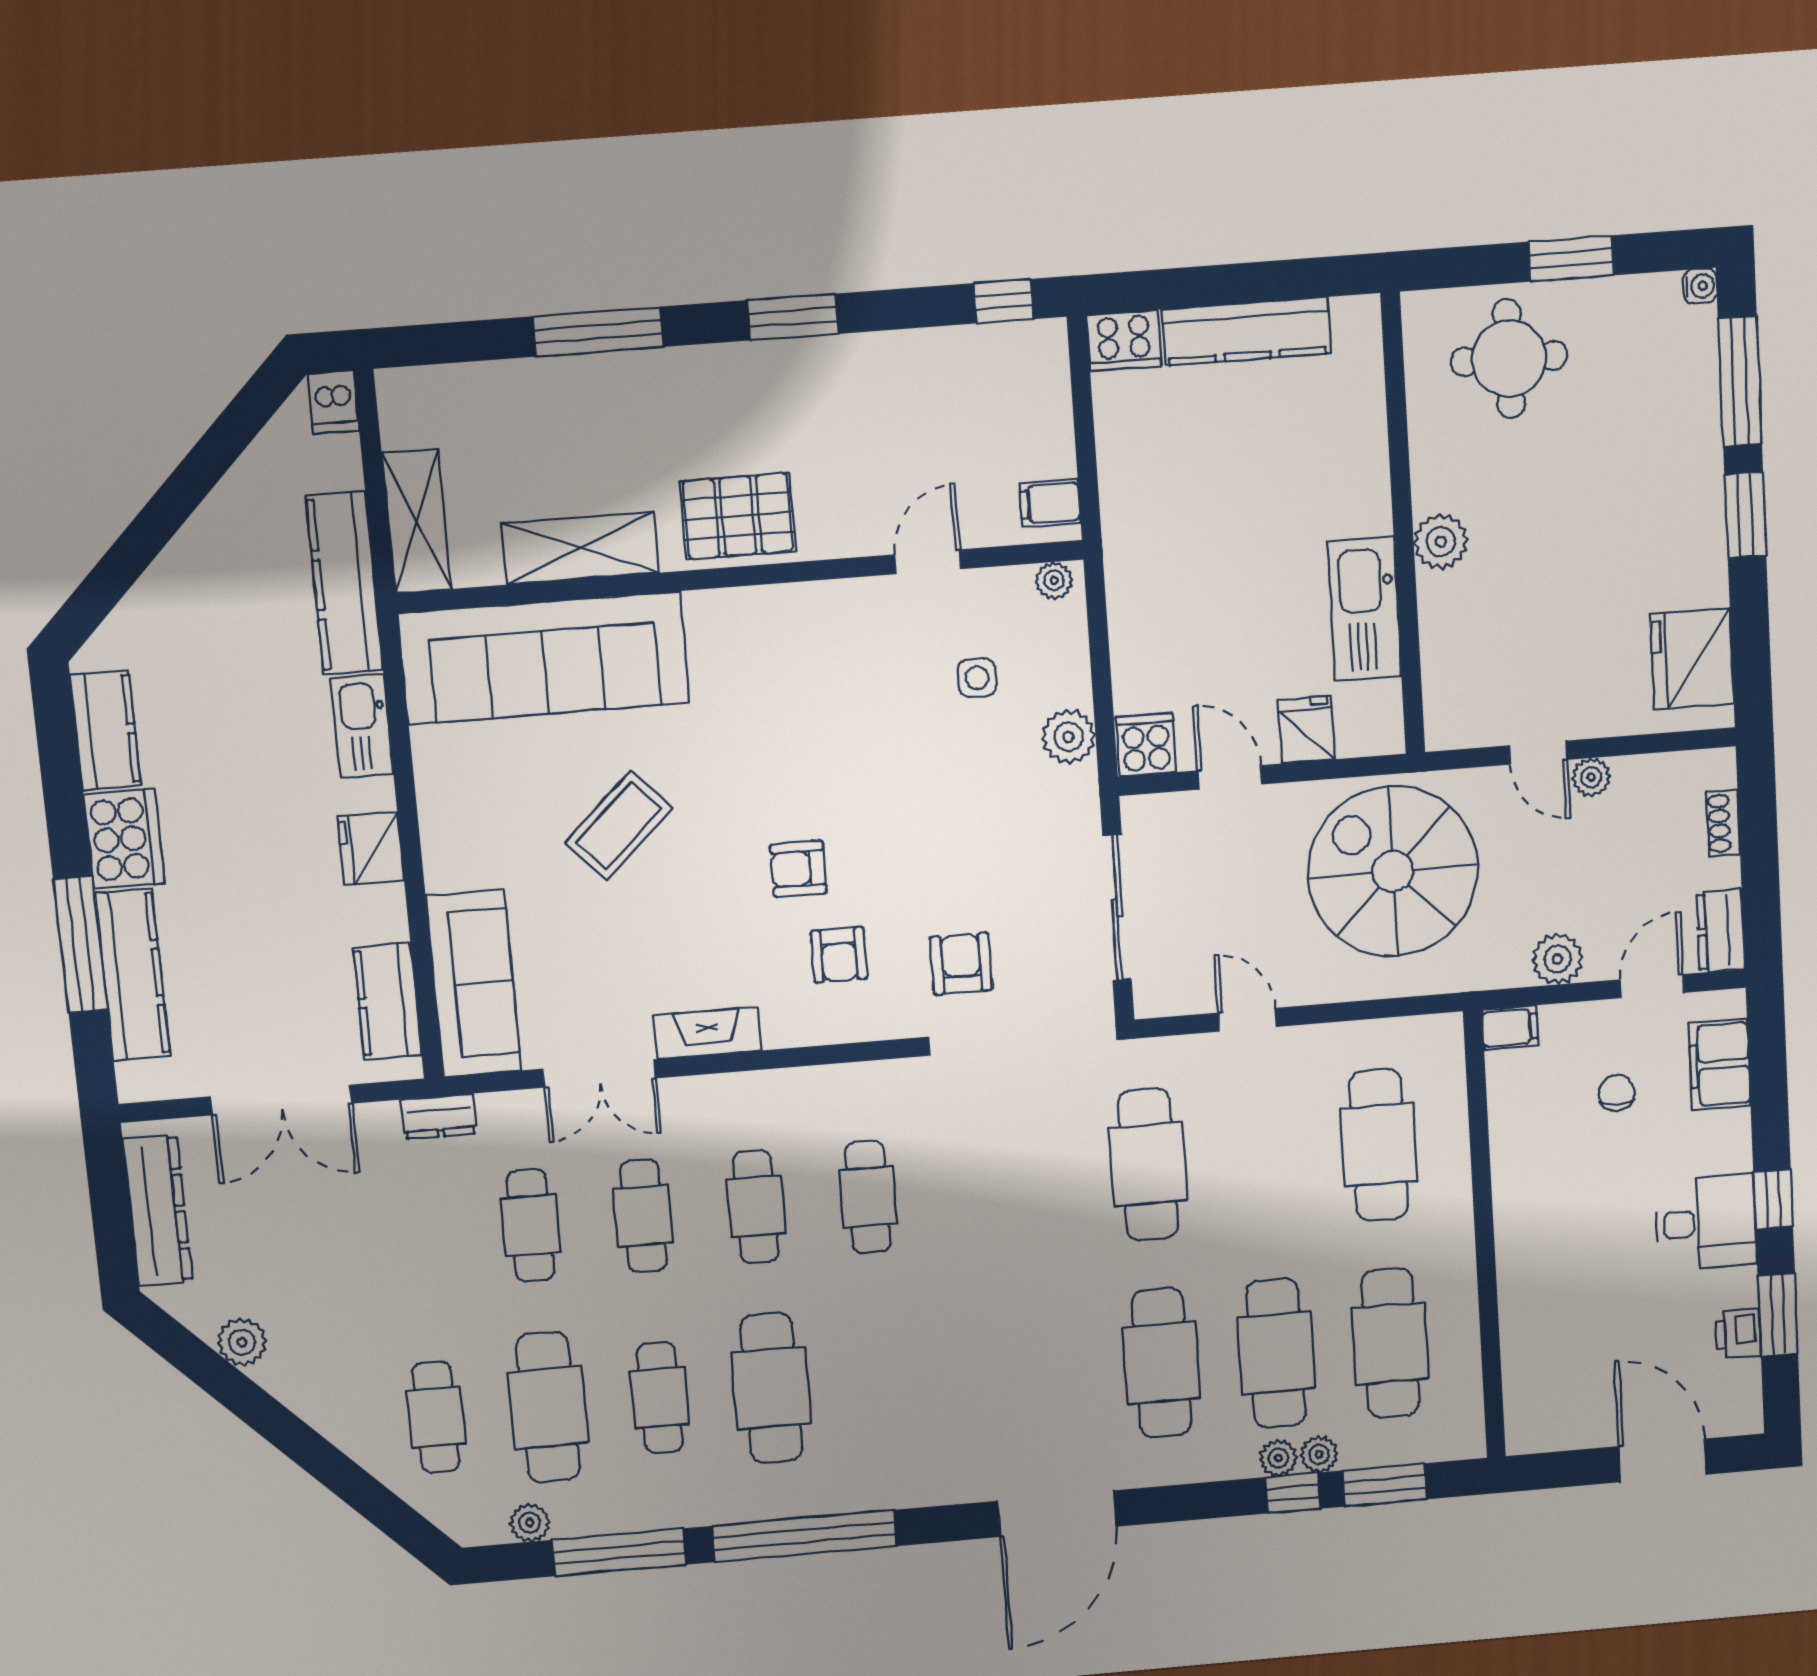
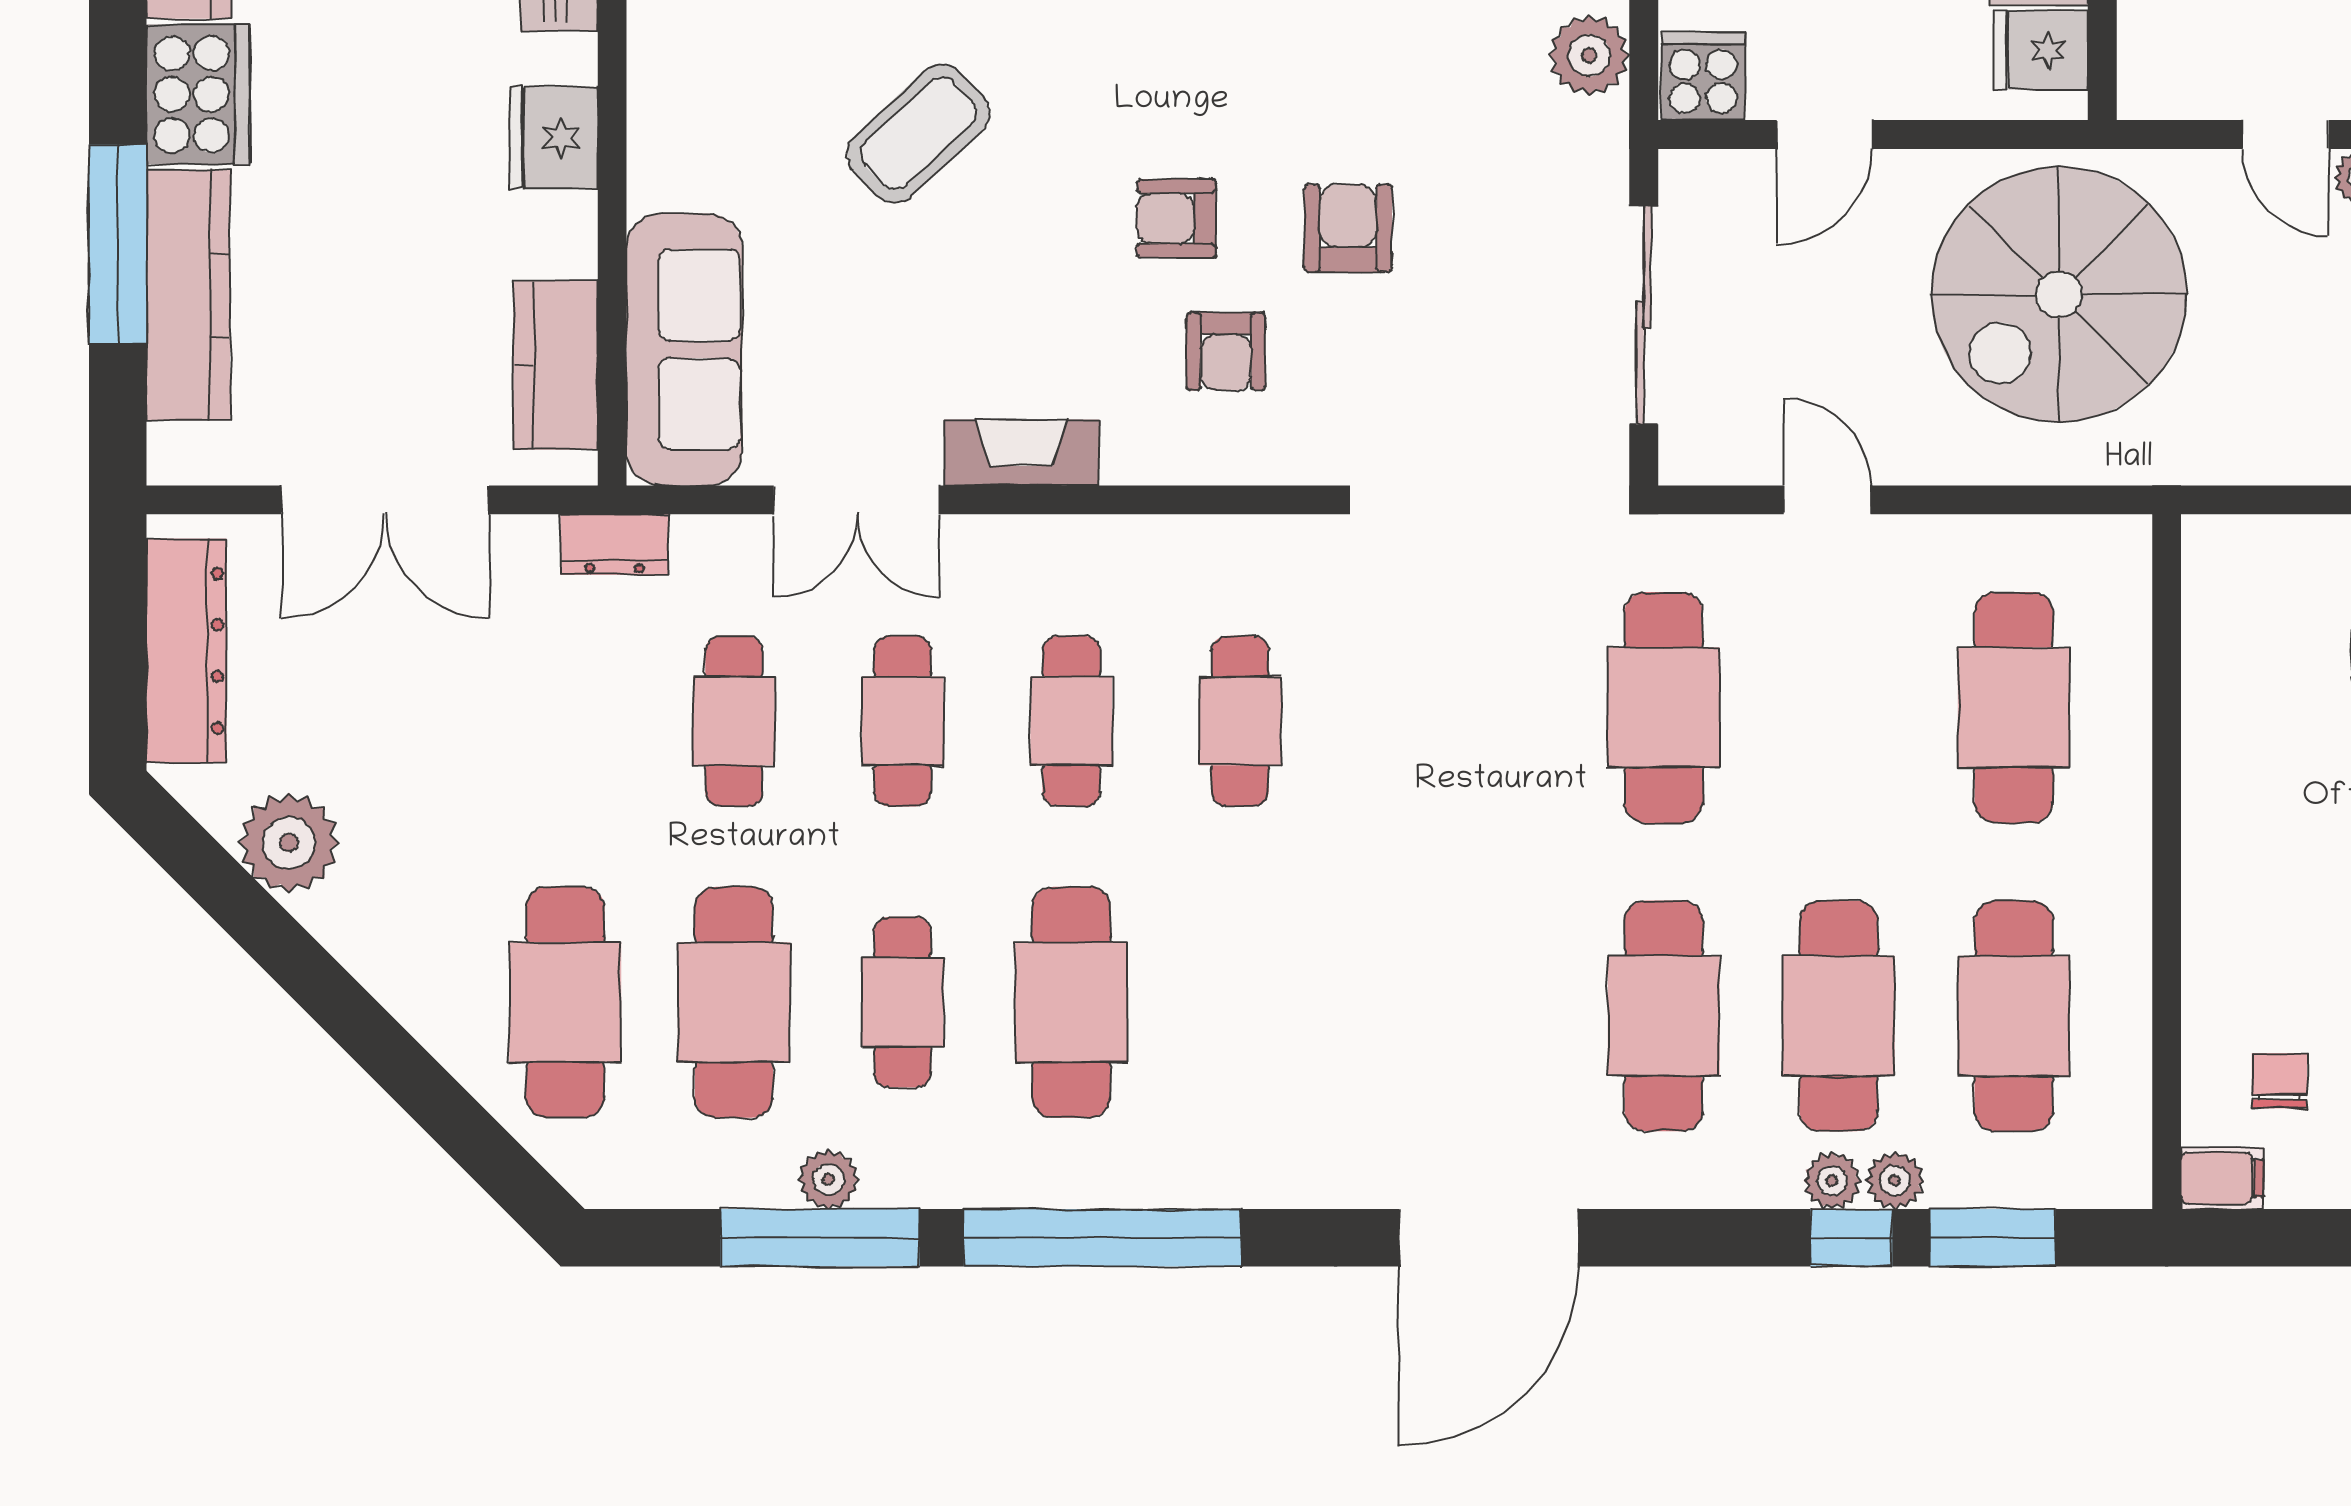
fridge: (1306, 730) -> (2041, 50), moved, turned -90
door: (1230, 777) -> (1824, 135), swing flipped
spiral stairs: (1393, 871) -> (2059, 294), turned -90
plant: (1557, 959) -> (2299, 447), removed
armchair: (961, 964) -> (1348, 228), moved
filing cabinet: (1510, 1028) -> (2222, 1178), moved
plant: (242, 1342) -> (289, 843), width x1.36, depth x1.36
chair: (1565, 1369) -> (2279, 1081), added
cafe table: (436, 1417) -> (565, 1002), width x1.37, depth x1.35
plant: (530, 1523) -> (829, 1179), moved

